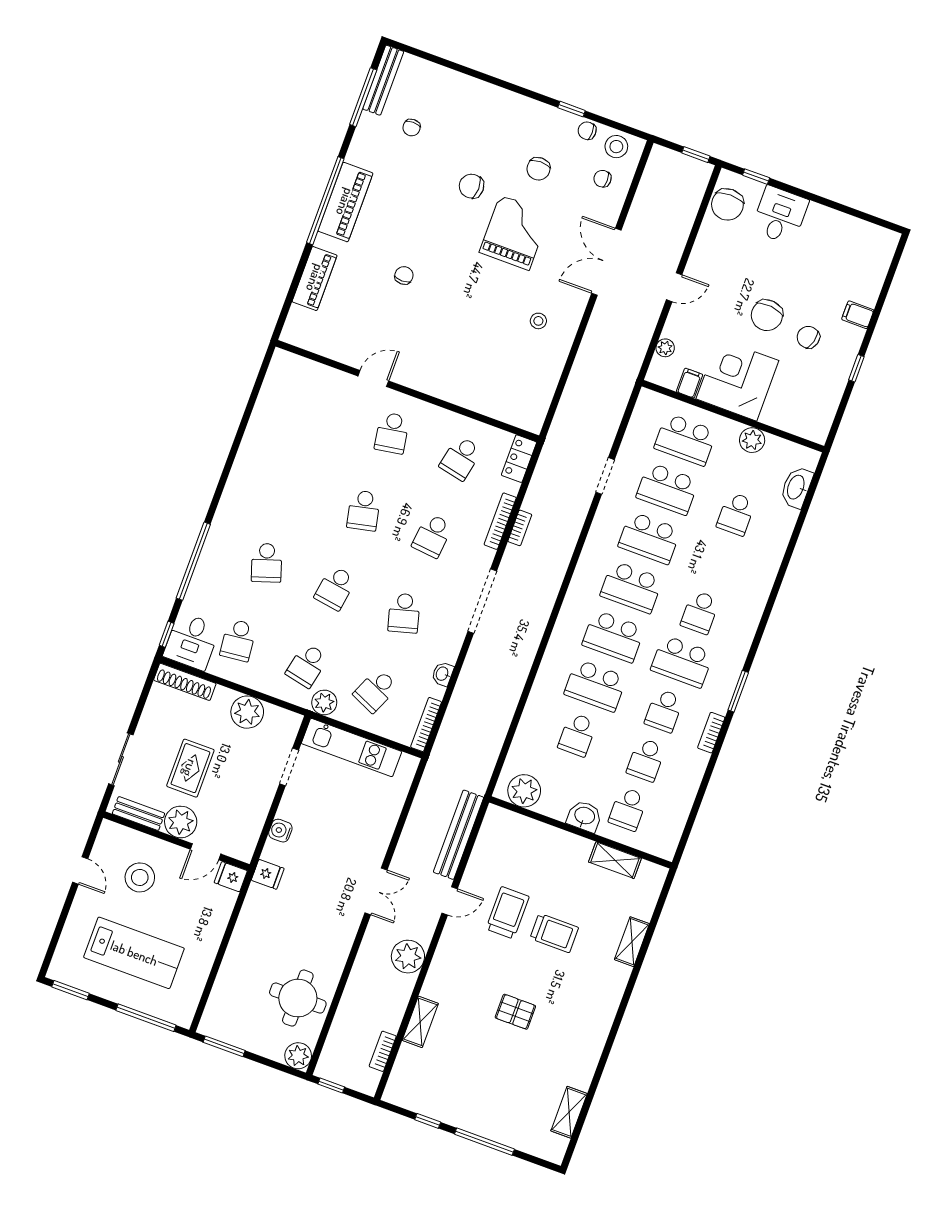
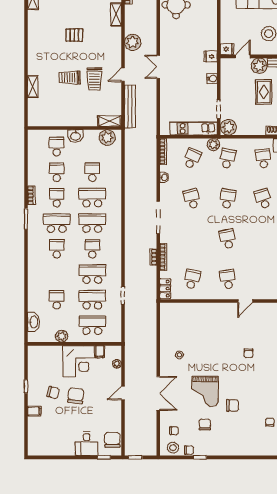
school desk: (432, 536) -> (192, 239), removed
school desk: (631, 587) -> (92, 249), width x0.54
plant: (247, 712) -> (228, 127), moved
shelving: (615, 860) -> (110, 121), moved

